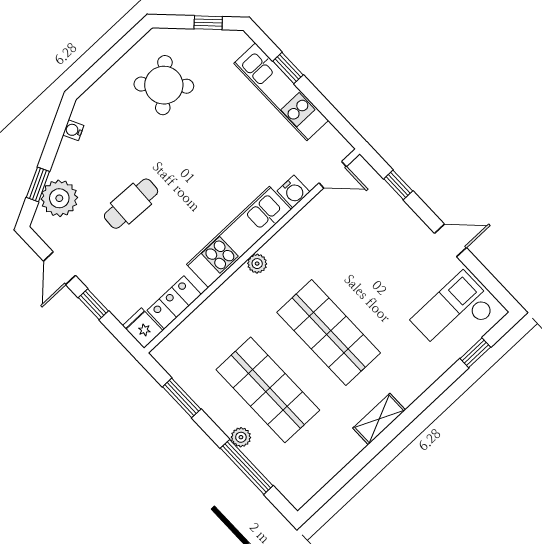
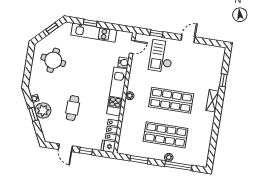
round table: (164, 85) -> (53, 60), turned -37
window: (38, 184) -> (33, 114), moved
plant: (59, 198) -> (43, 110), moved
checkout: (454, 313) -> (161, 56), moved
window: (475, 353) -> (223, 80), moved
shelving: (379, 419) -> (212, 101), moved

